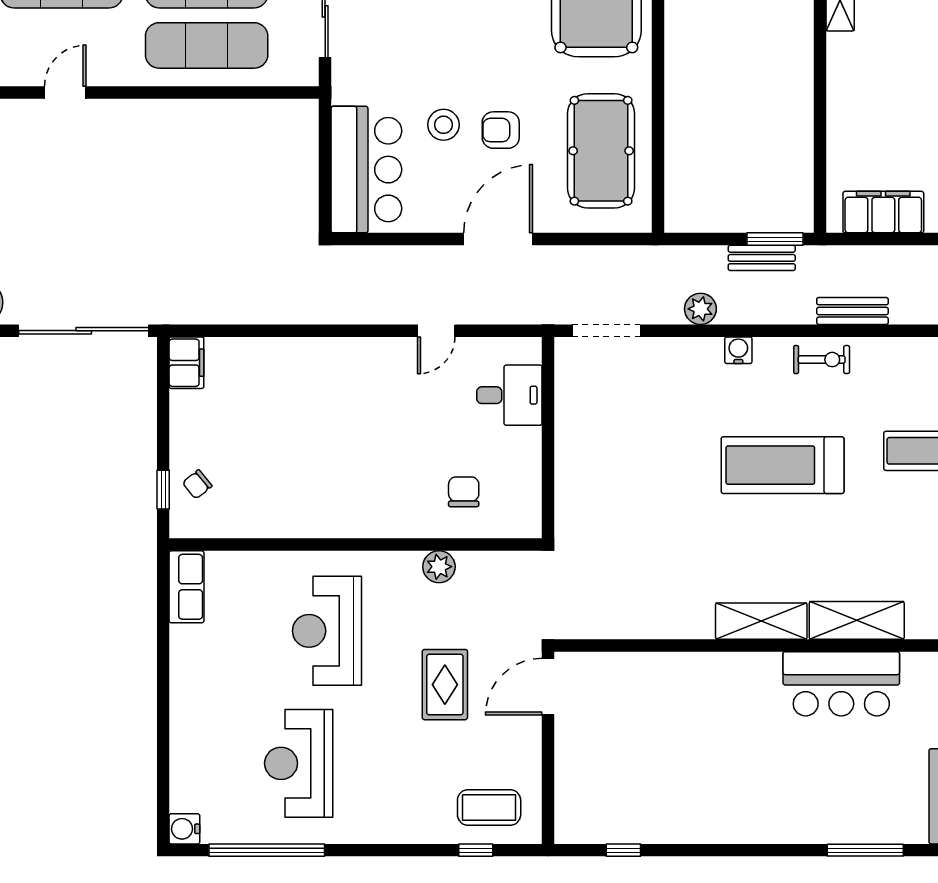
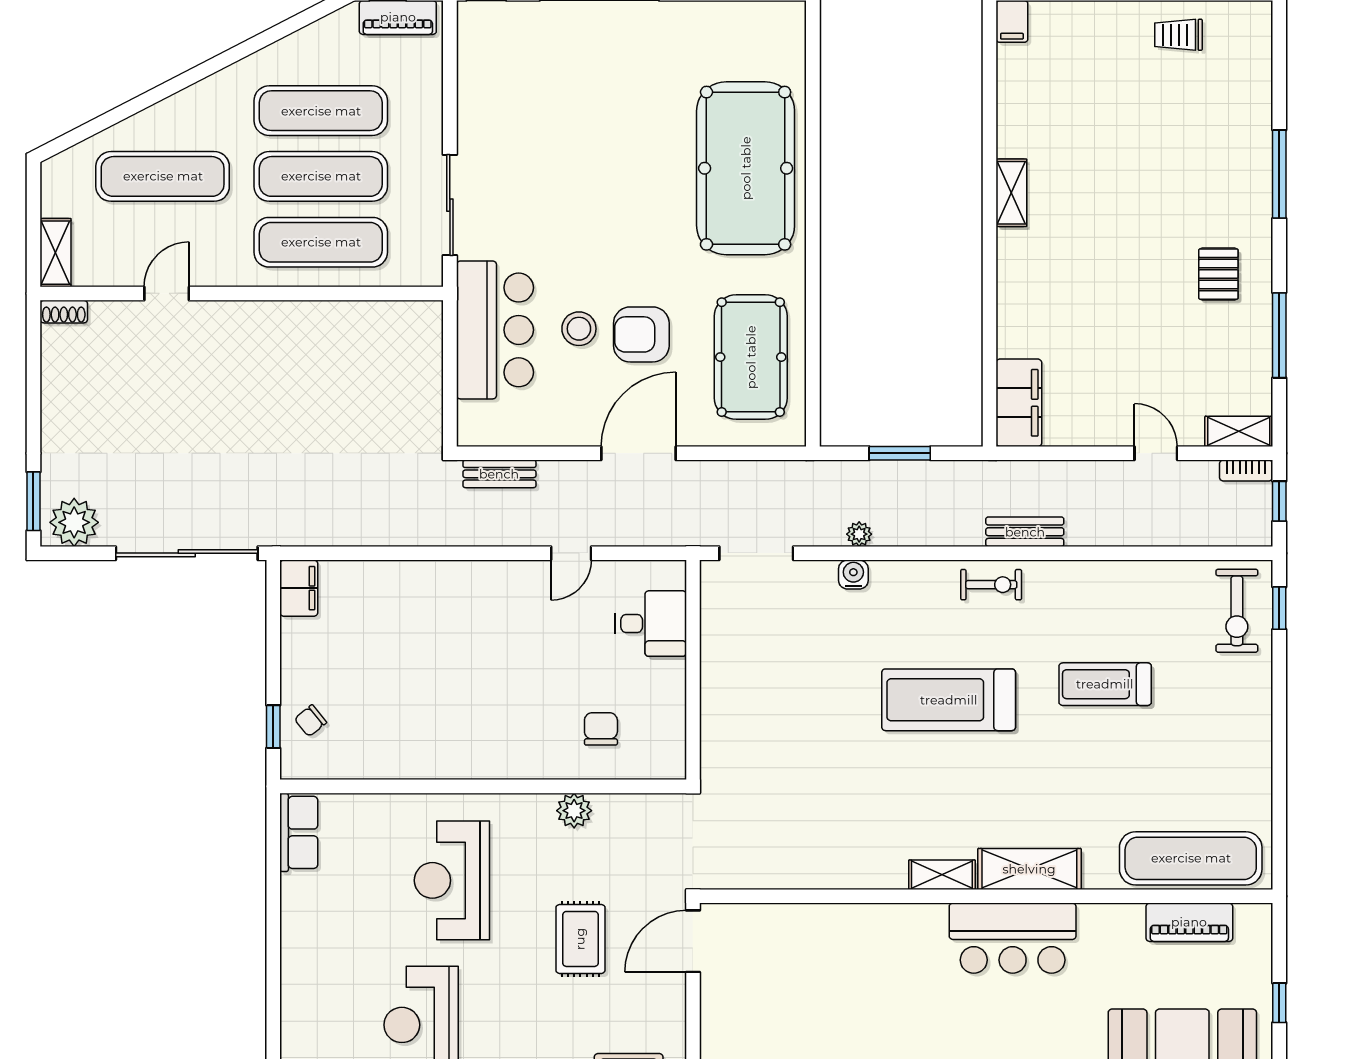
armchair: (501, 130) -> (641, 334), width x1.38, depth x1.38
bar counter: (366, 170) -> (495, 330), moved
filing cabinet: (883, 212) -> (1019, 403), moved, turned 90
window: (775, 239) -> (900, 453), moved
bench: (762, 258) -> (499, 474), moved
plant: (700, 309) -> (859, 534), width x0.73, depth x0.73
water cooler: (738, 350) -> (853, 575), moved
shelving: (761, 621) -> (942, 875), width x0.67, depth x0.75

